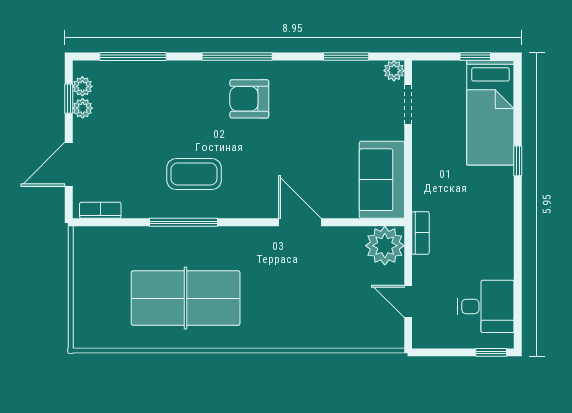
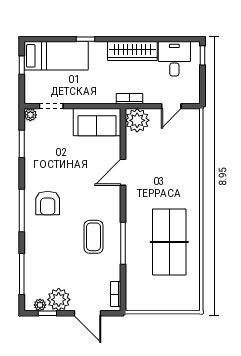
plant: (83, 108) -> (59, 300), width x1.88, depth x1.88
wardrobe: (498, 238) -> (132, 51), added

